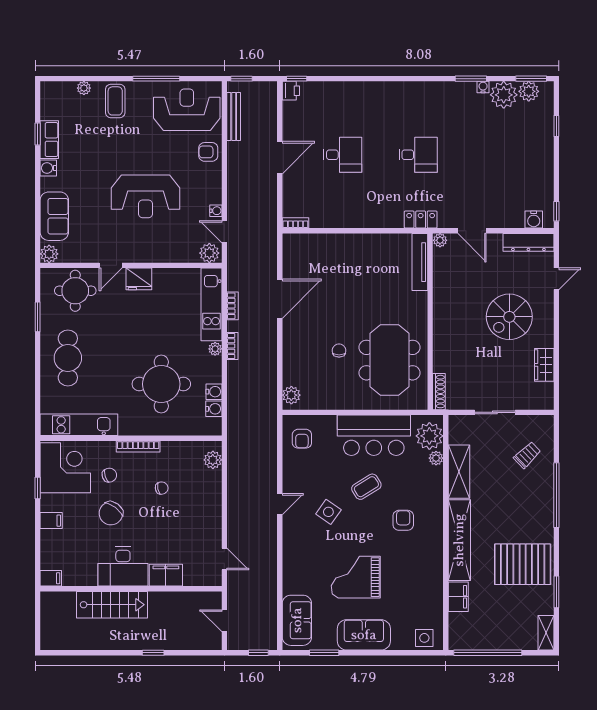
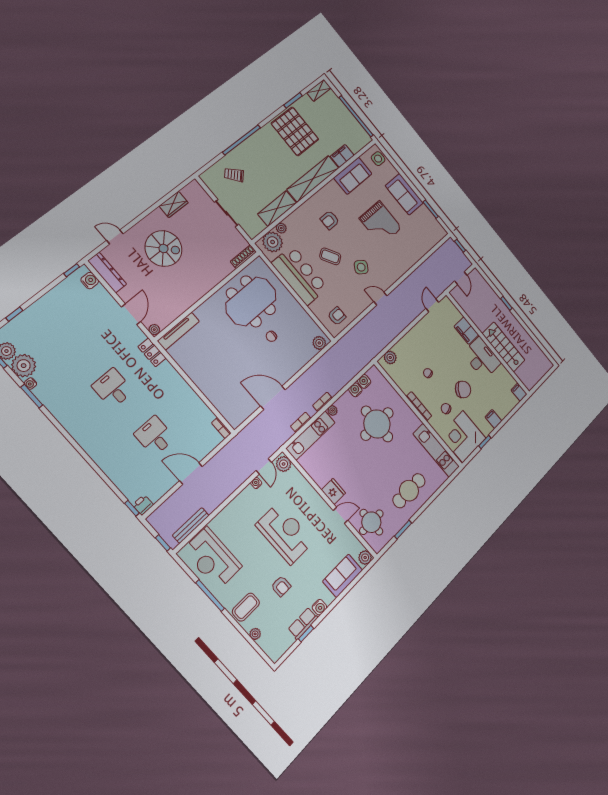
armchair: (208, 152) -> (281, 586), moved
sofa: (297, 620) -> (353, 176), moved, turned 180

